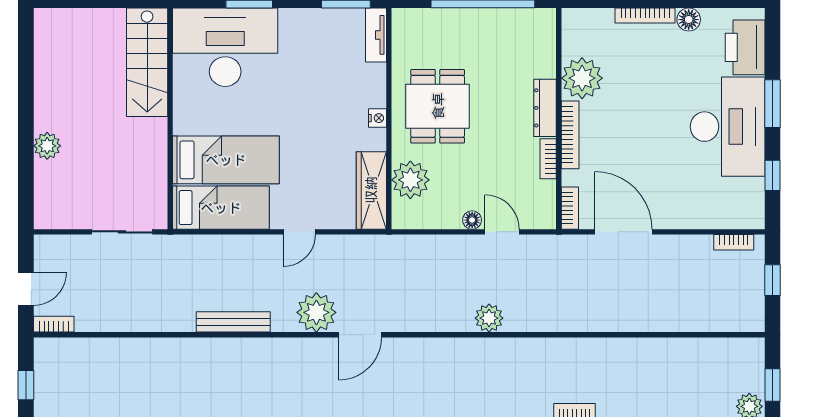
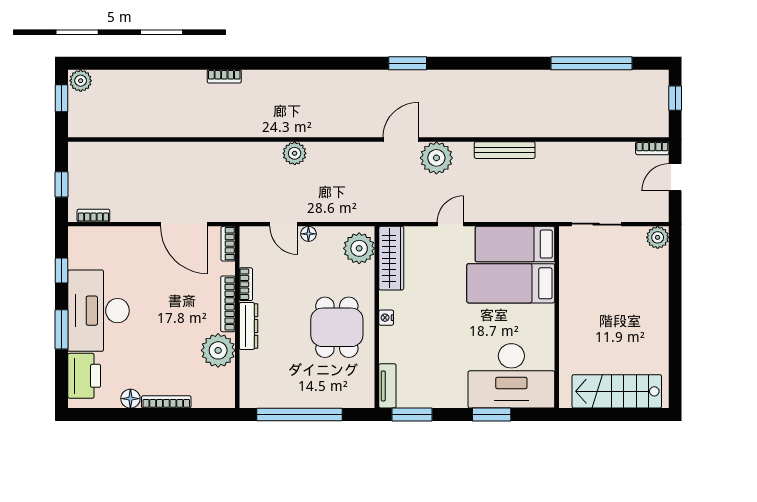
stairs: (147, 62) -> (617, 391), moved, turned -90
plant: (47, 146) -> (658, 237), moved
plant: (410, 180) -> (359, 248), moved

